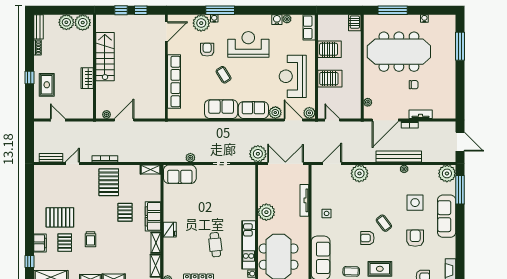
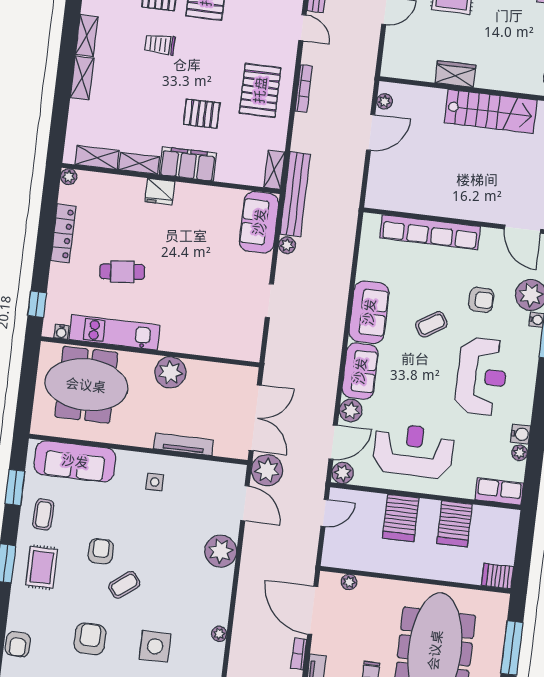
door: (124, 120) -> (371, 132), hinge flipped
plant: (258, 154) -> (267, 470), moved
bench: (399, 157) -> (295, 194), moved
pallet: (109, 182) -> (260, 90), turned 90
armchair: (415, 238) -> (90, 639), turned -90

